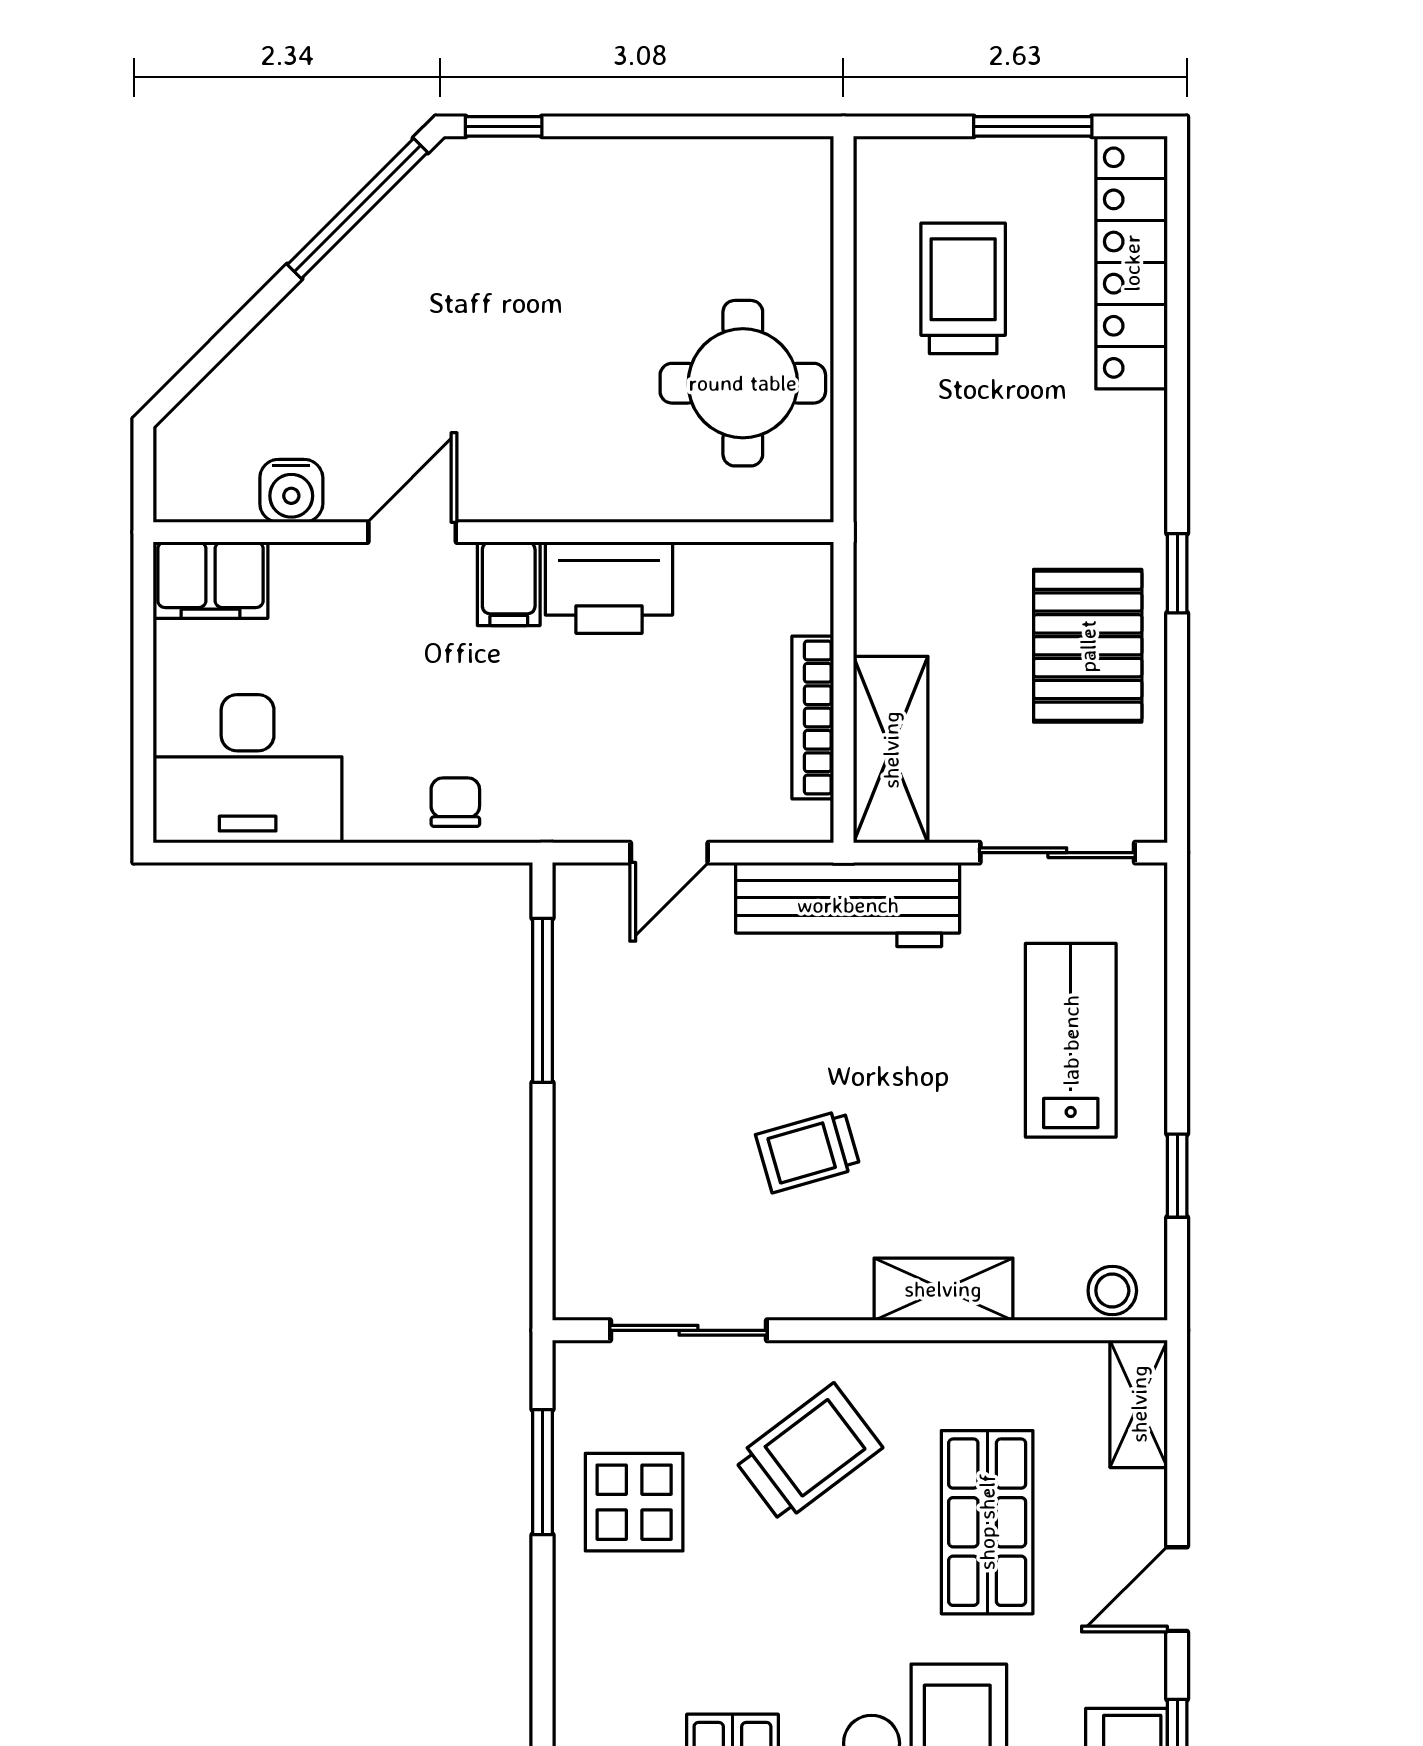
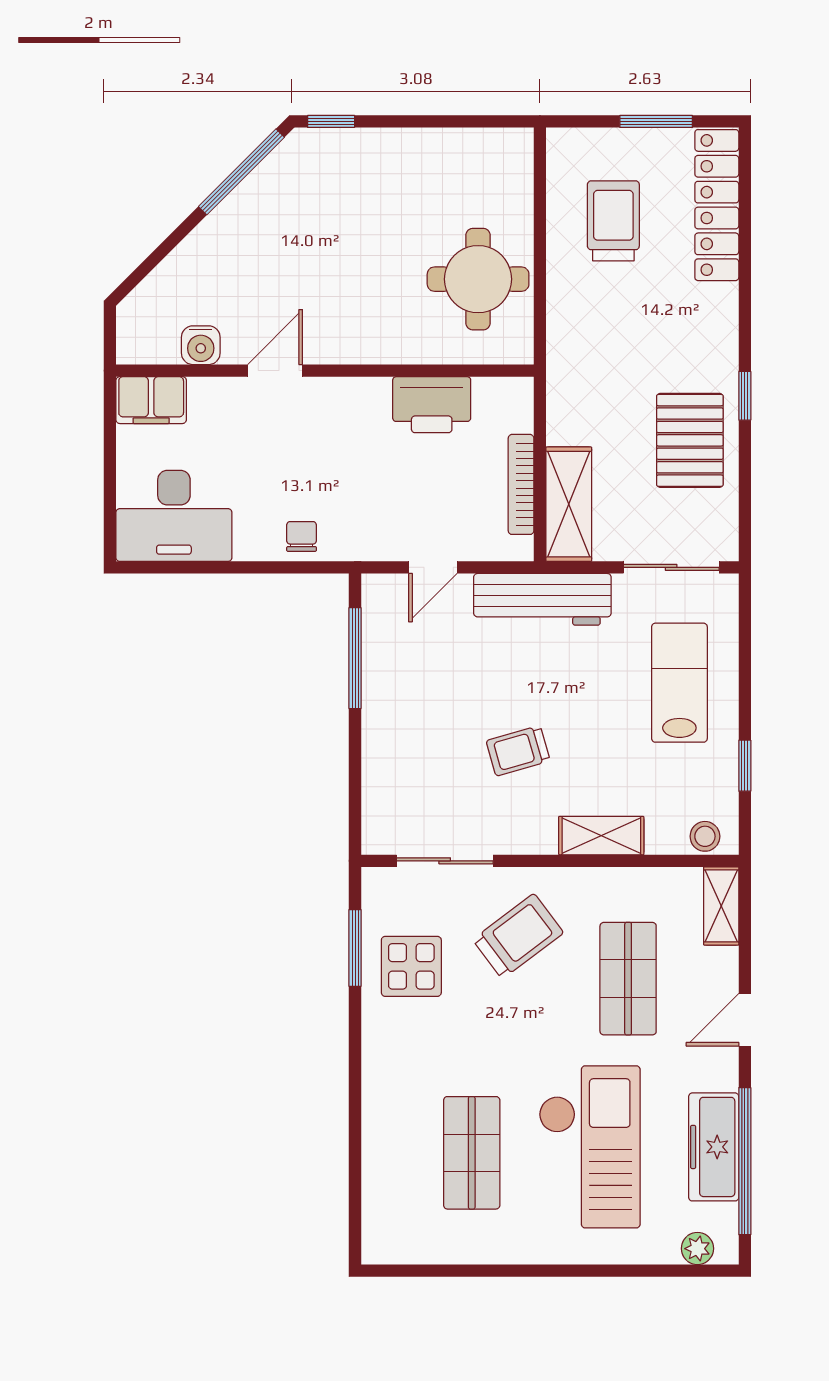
filing cabinet: (509, 584) -> (334, 402), removed
printer: (609, 588) -> (432, 405), moved

